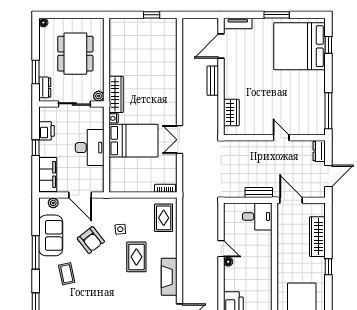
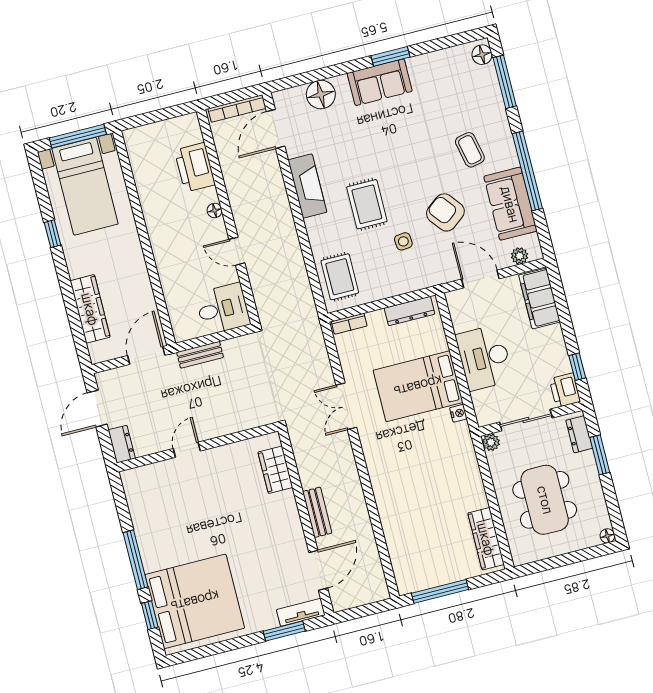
window: (152, 15) -> (440, 591), width x2.17
window: (277, 15) -> (284, 631), moved
wardrobe: (116, 94) -> (486, 539), moved
window: (328, 111) -> (136, 560), moved
printer: (47, 131) -> (565, 390), moved
door: (281, 138) -> (187, 450), swing flipped
double door: (179, 140) -> (346, 406), swing flipped
window: (36, 148) -> (577, 367), moved
dresser: (127, 187) -> (409, 311), added
door: (291, 200) -> (146, 355), swing flipped
desk: (257, 216) -> (223, 309), moved, turned 180
window: (36, 252) -> (527, 171), width x1.46
floor lamp: (228, 262) -> (215, 210), moved
window: (328, 267) -> (52, 234), moved

